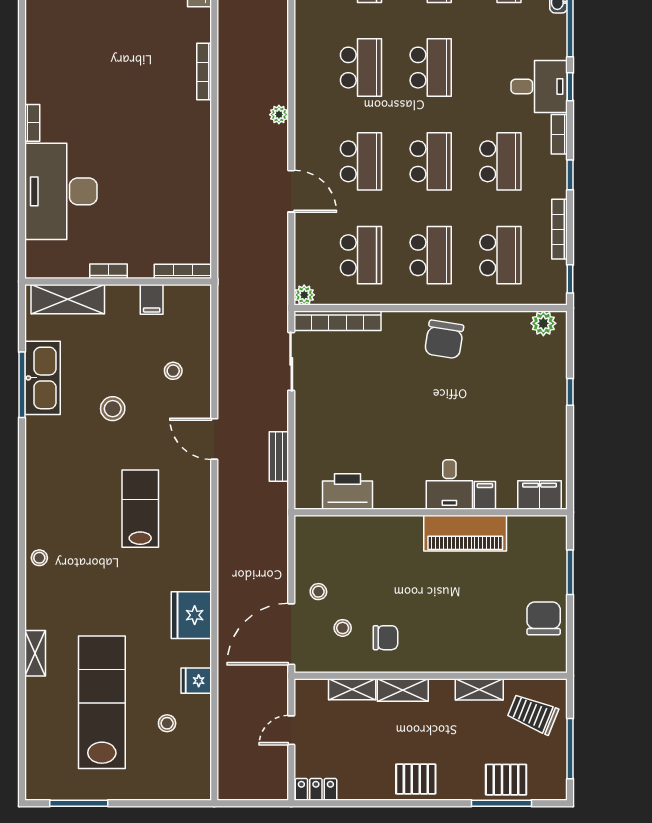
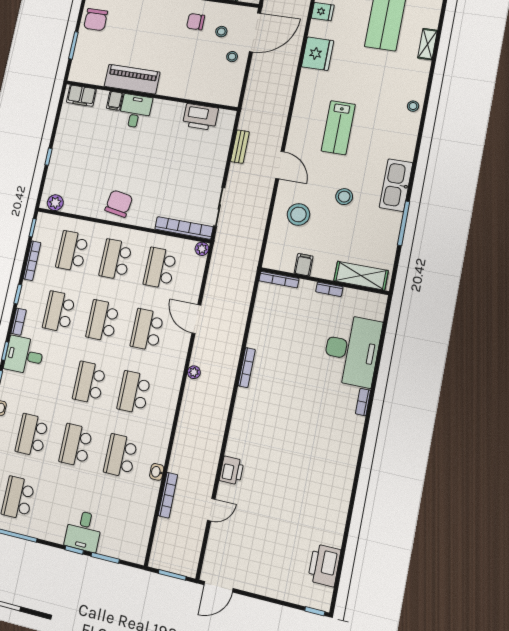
bookcase: (204, 72) -> (247, 368), moved
stool: (173, 371) -> (298, 215), width x1.89, depth x1.89
kitchen sink: (42, 378) -> (396, 185), moved

